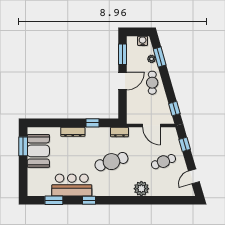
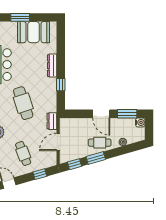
water cooler: (143, 41) -> (140, 122), moved
window: (160, 57) -> (96, 158), moved
dresser: (119, 132) -> (52, 121), moved
window: (23, 146) -> (20, 17), moved

